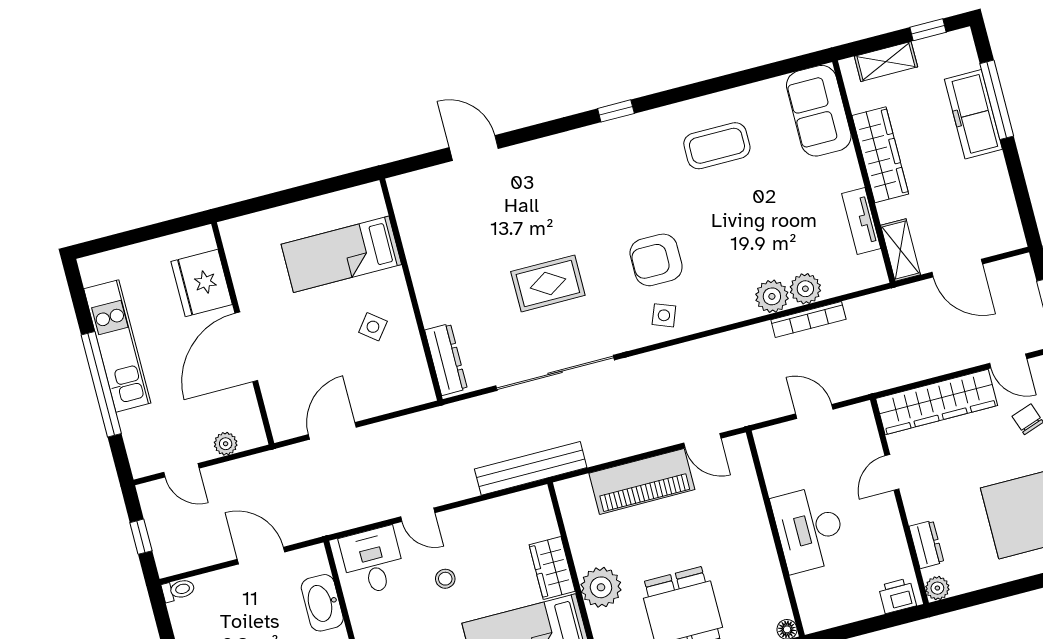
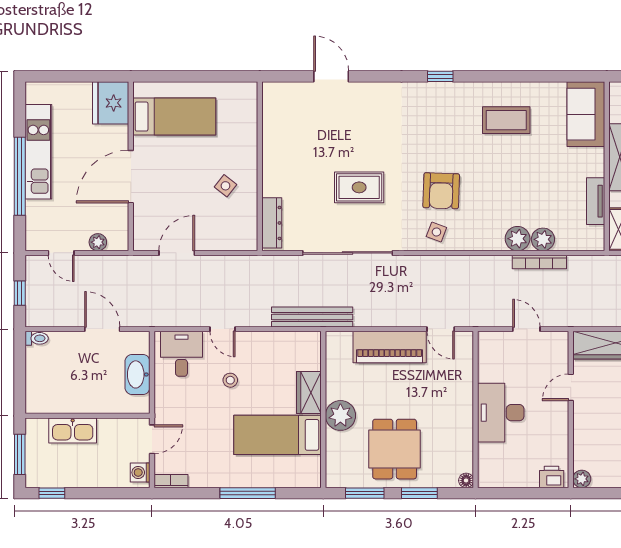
bed: (341, 254) -> (174, 117), moved, turned 180
armchair: (656, 260) -> (441, 191), turned -88
fridge: (202, 283) -> (111, 103), moved
dresser: (926, 544) -> (582, 445), removed

